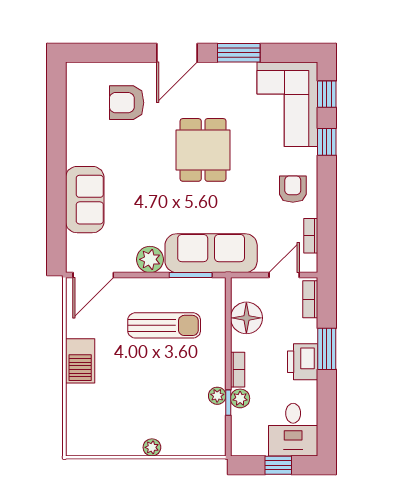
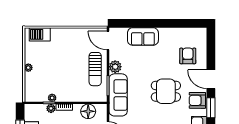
armchair: (223, 82) -> (197, 100), added
sun lounger: (164, 325) -> (95, 69), moved
barbecue: (80, 361) -> (40, 34), moved

